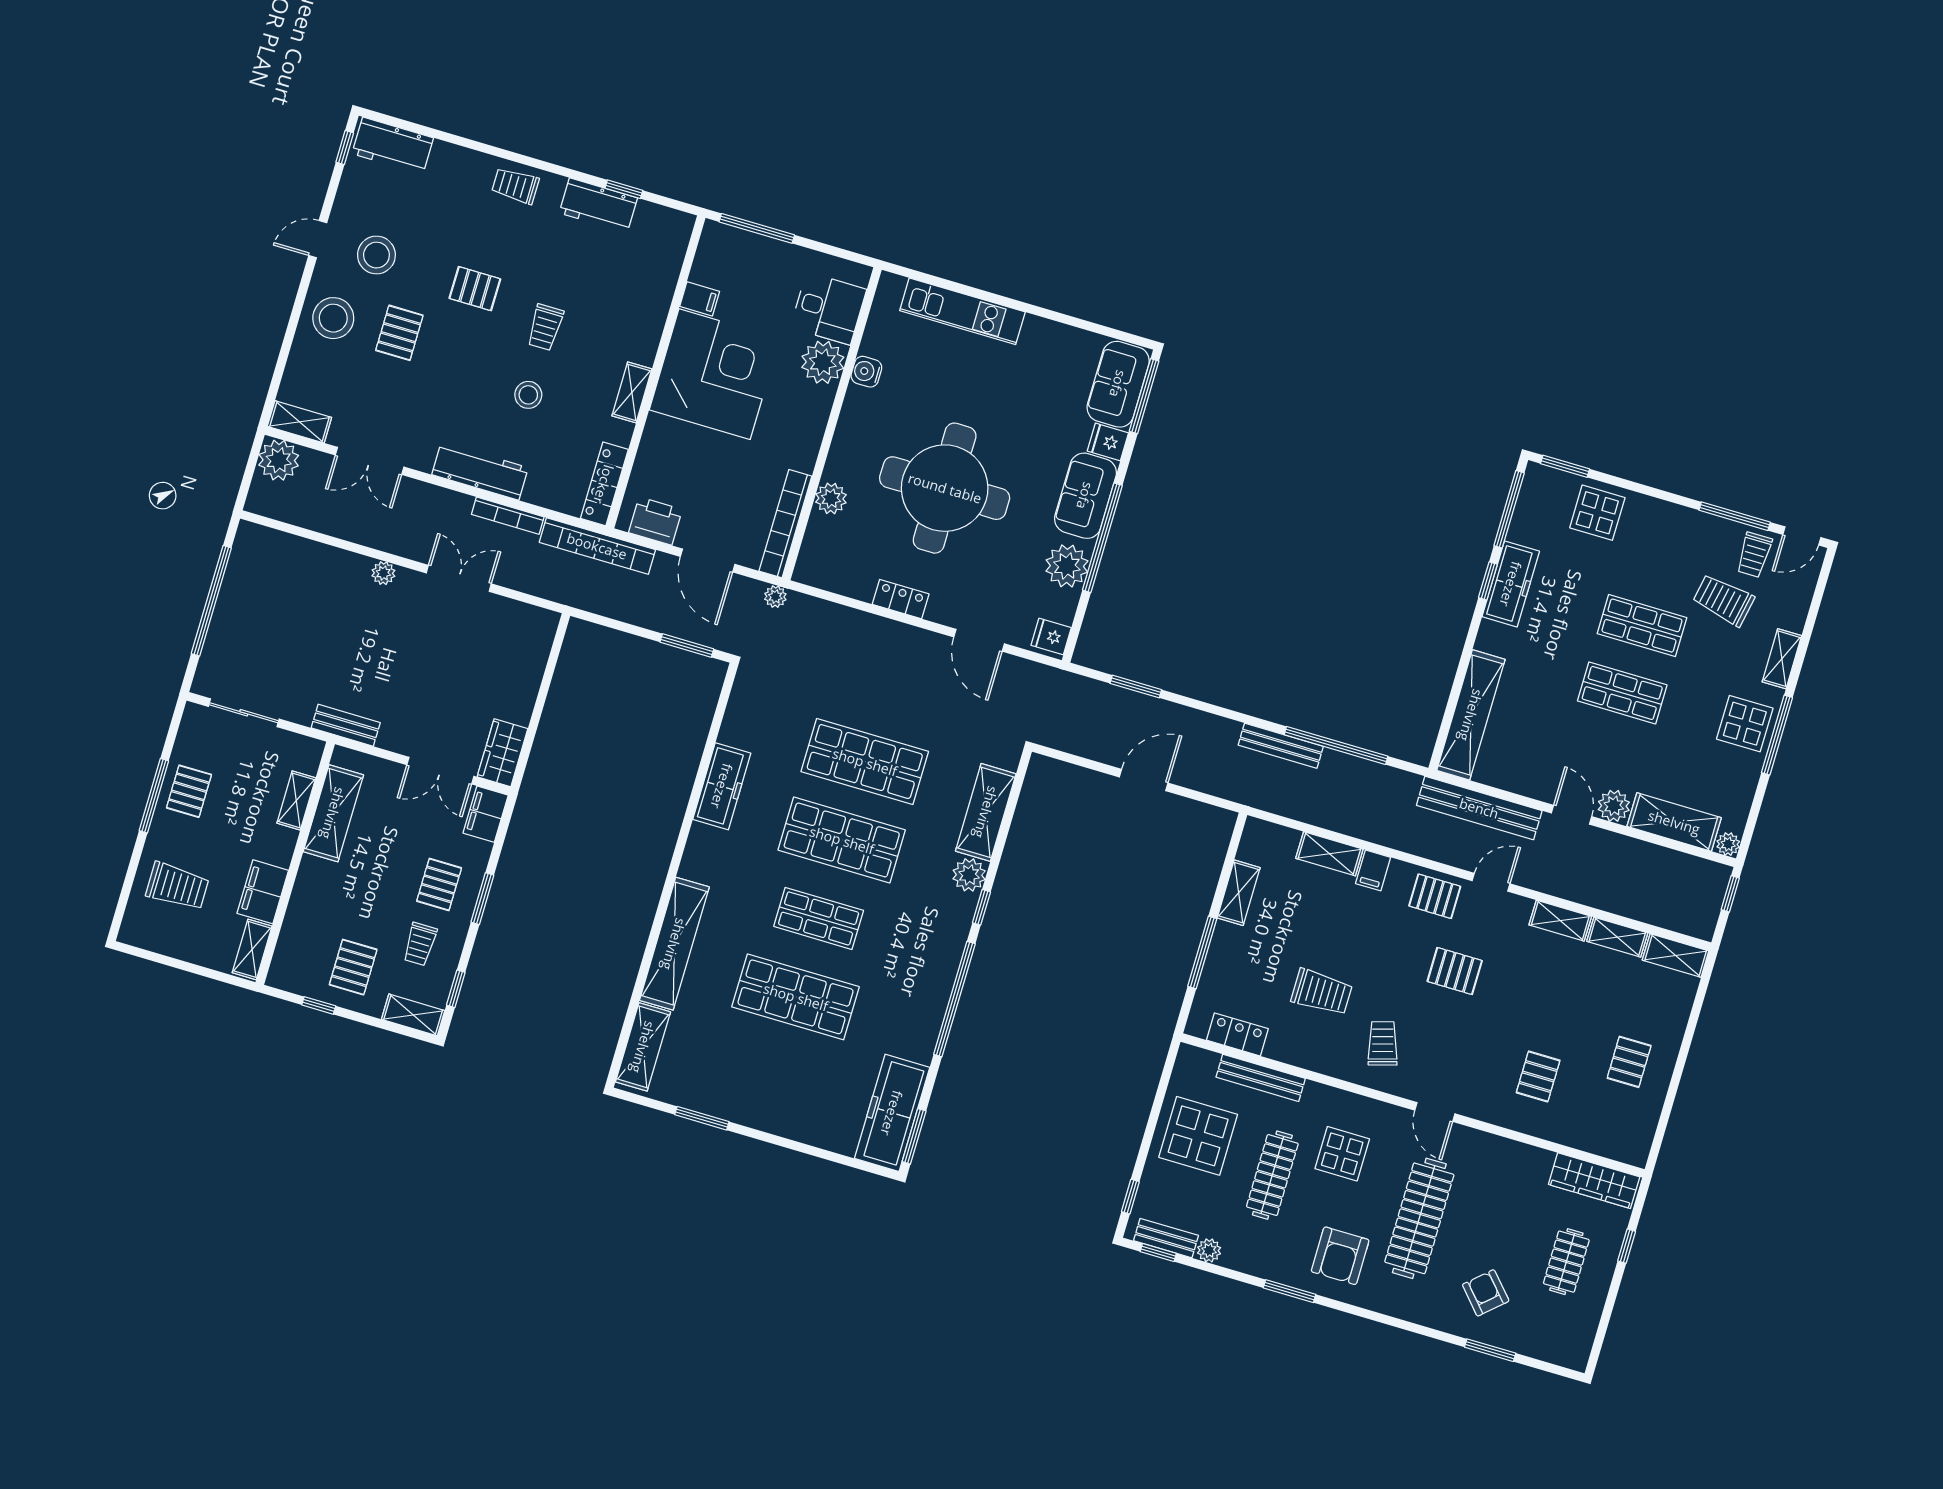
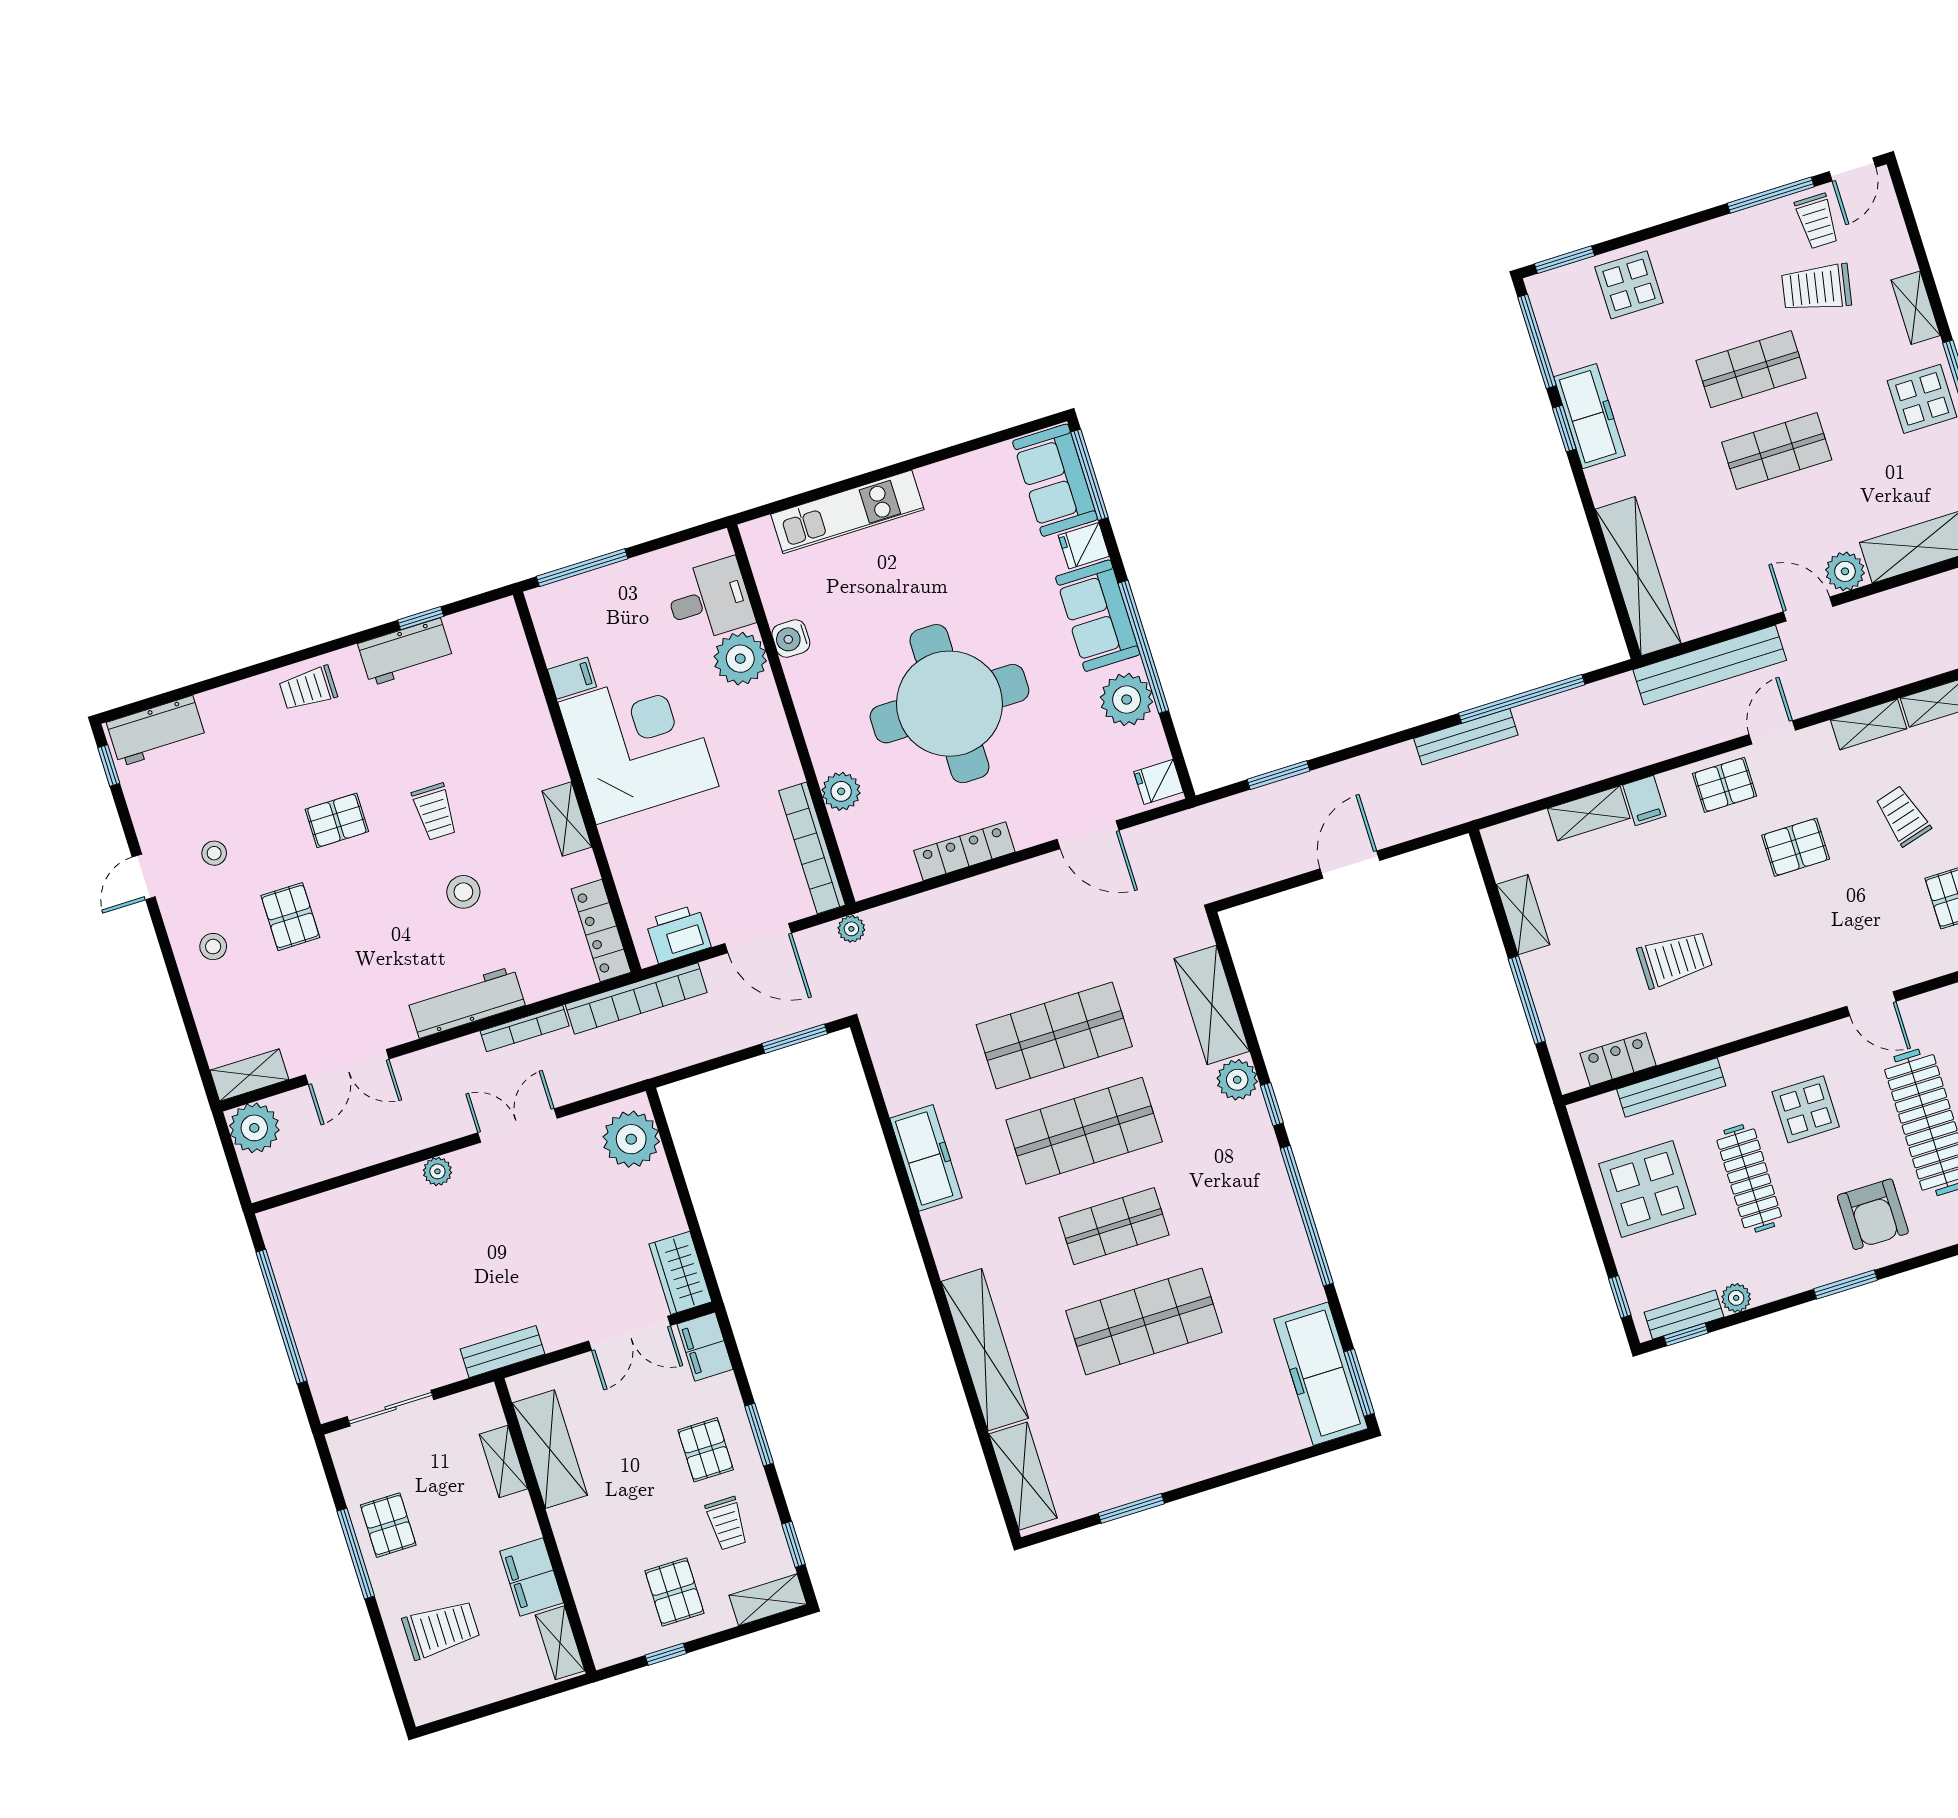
stool: (376, 255) -> (214, 853), width x0.53, depth x0.53
stool: (333, 318) -> (213, 947), width x0.53, depth x0.53
locker: (901, 599) -> (964, 851), width x1.53
plant: (530, 639) -> (631, 1139), added
trolley: (1383, 1043) -> (1903, 816), moved

